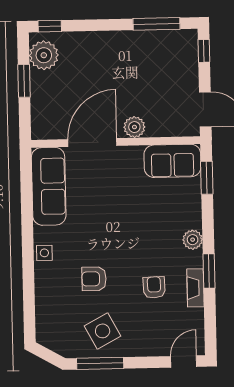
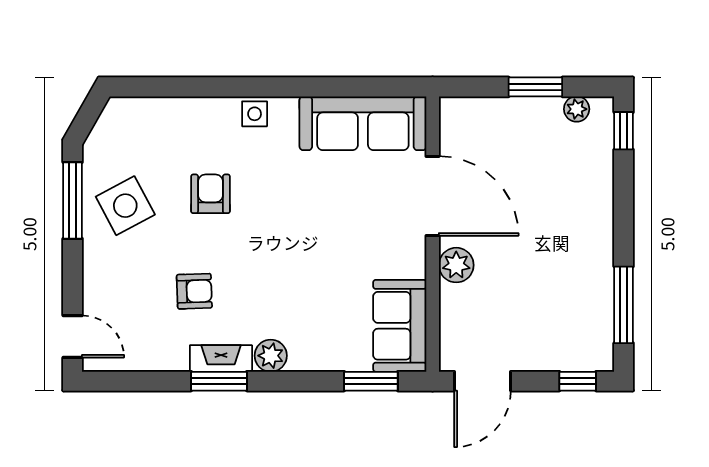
plant: (44, 55) -> (577, 109), width x0.53, depth x0.53
fireplace: (195, 288) -> (221, 359), moved

